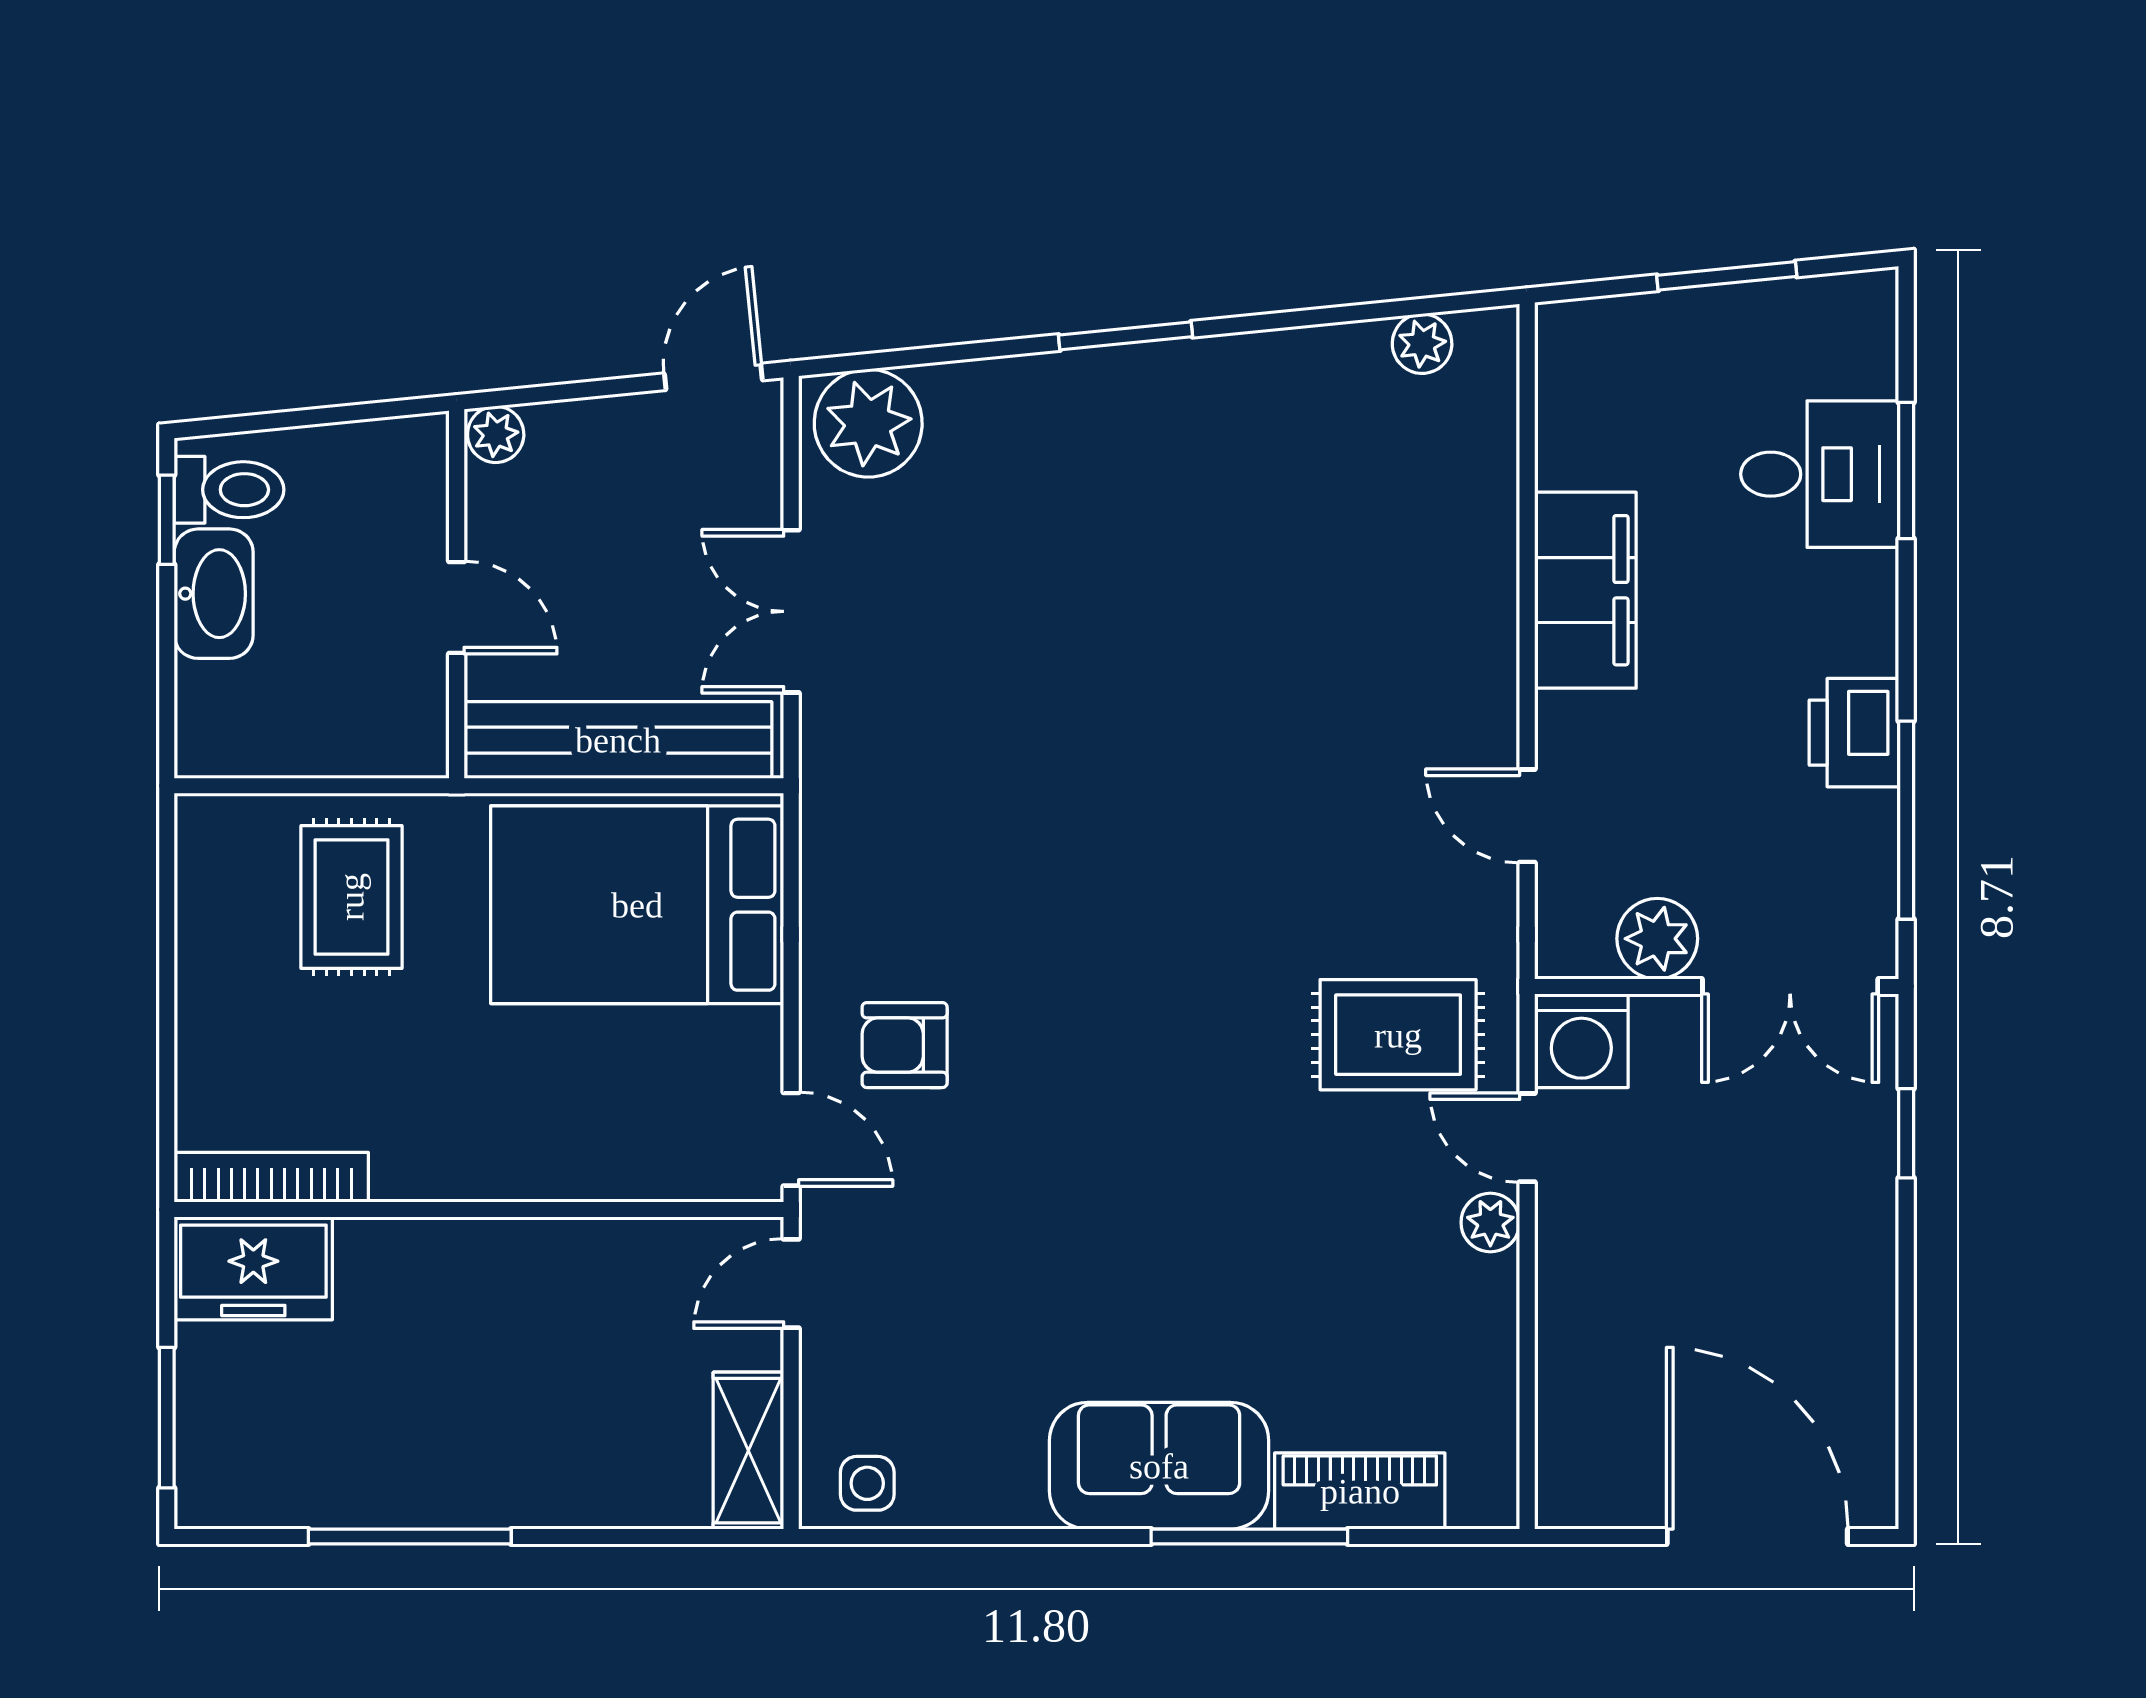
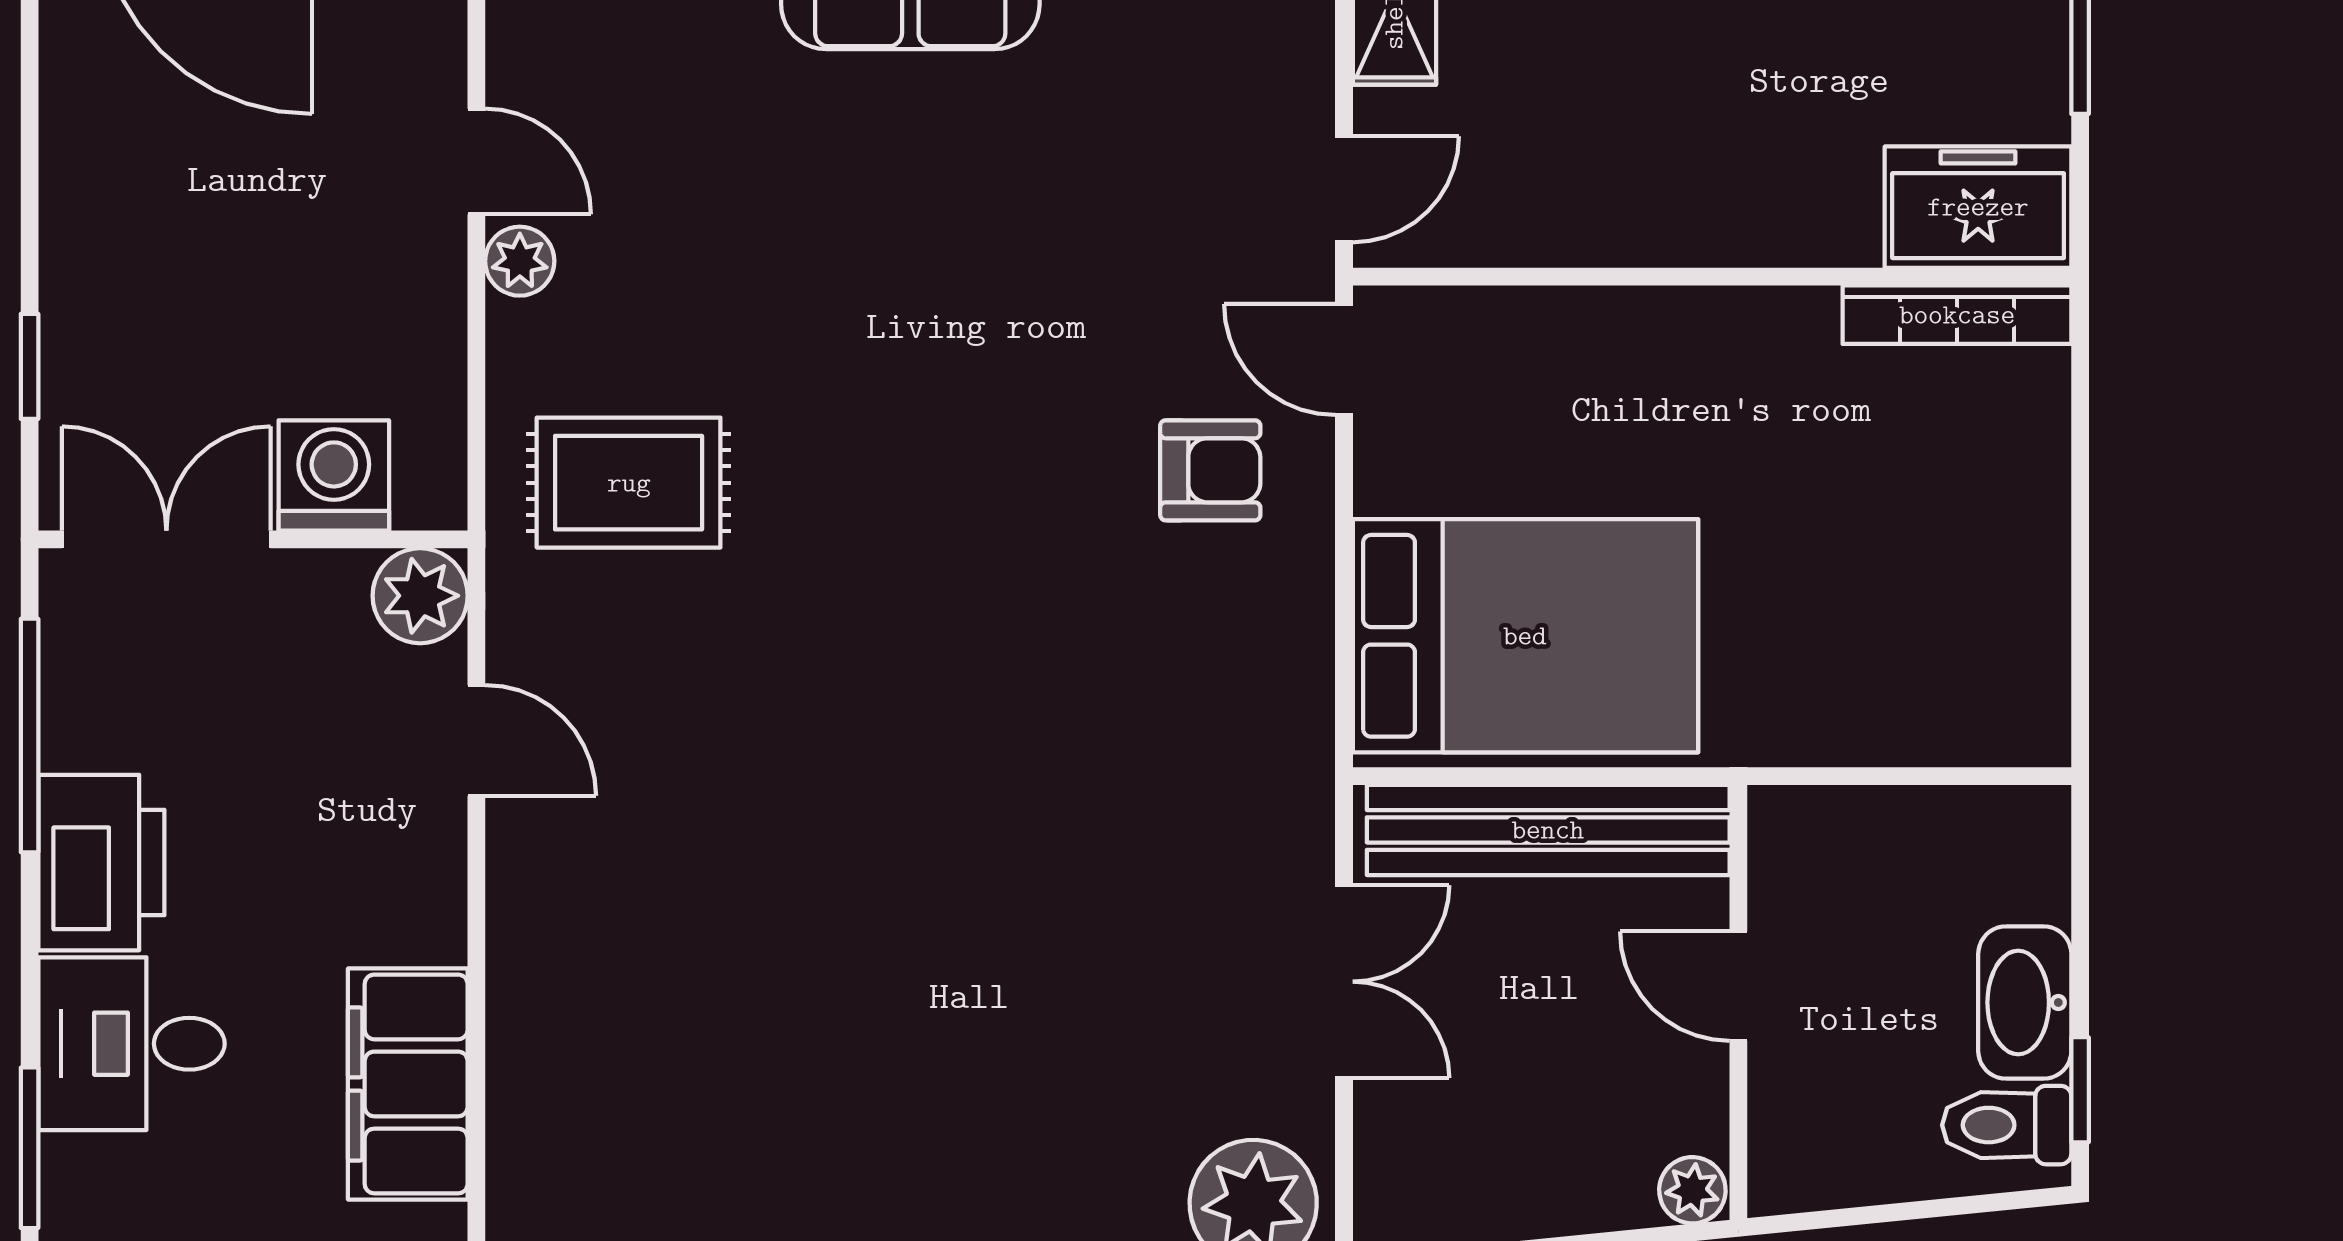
desk: (1820, 474) -> (132, 1044), moved
filing cabinet: (1585, 590) -> (408, 1084), moved
printer: (1854, 733) -> (101, 863), width x1.37, depth x1.19
rug: (351, 897) -> (1862, 645), removed
plant: (1657, 939) -> (420, 596), moved
washing machine: (1581, 1041) -> (334, 475), moved
door: (1527, 1138) -> (476, 162), moved

